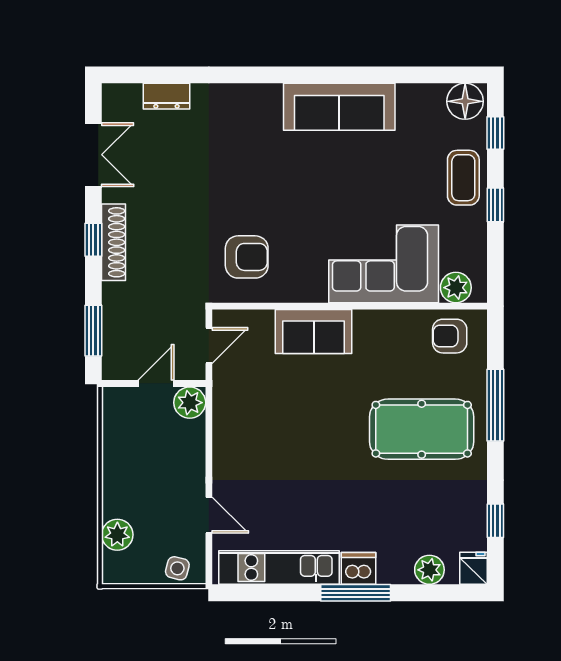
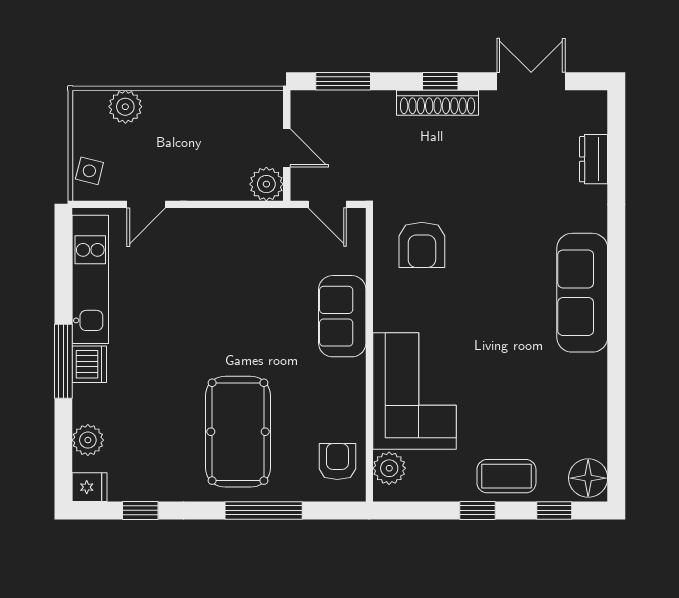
sofa: (339, 107) -> (582, 293), moved
double door: (93, 155) -> (531, 81), swing flipped

